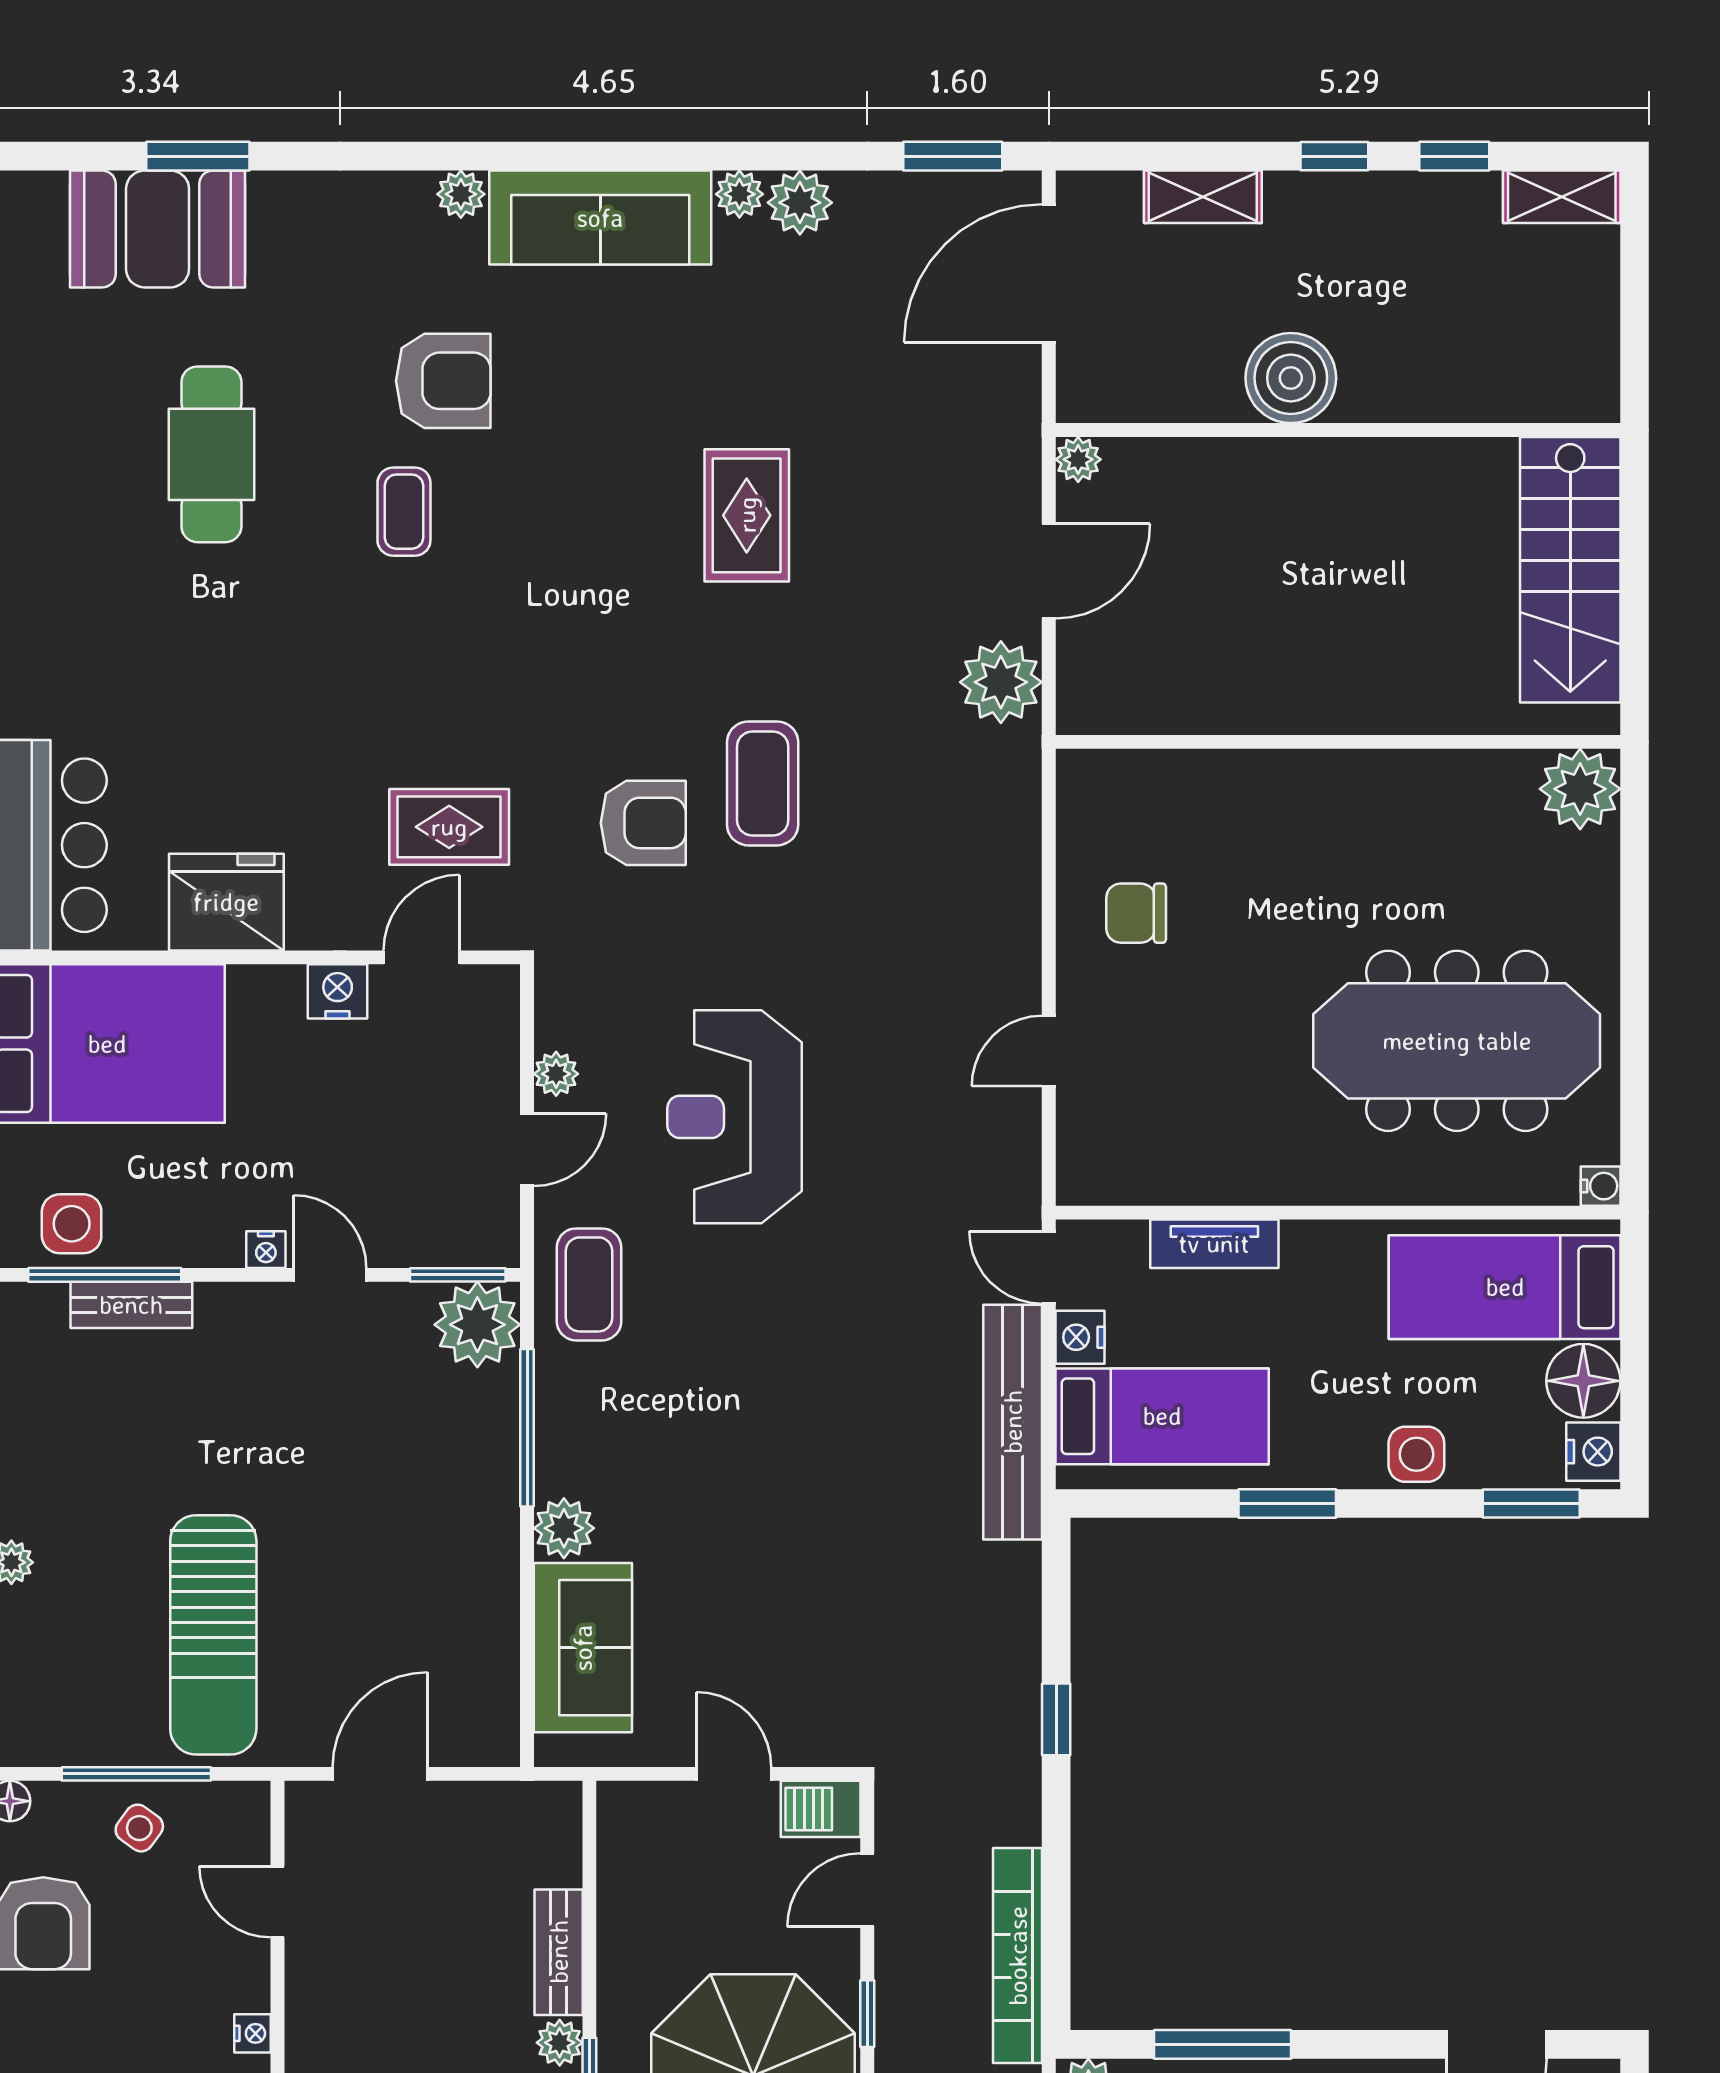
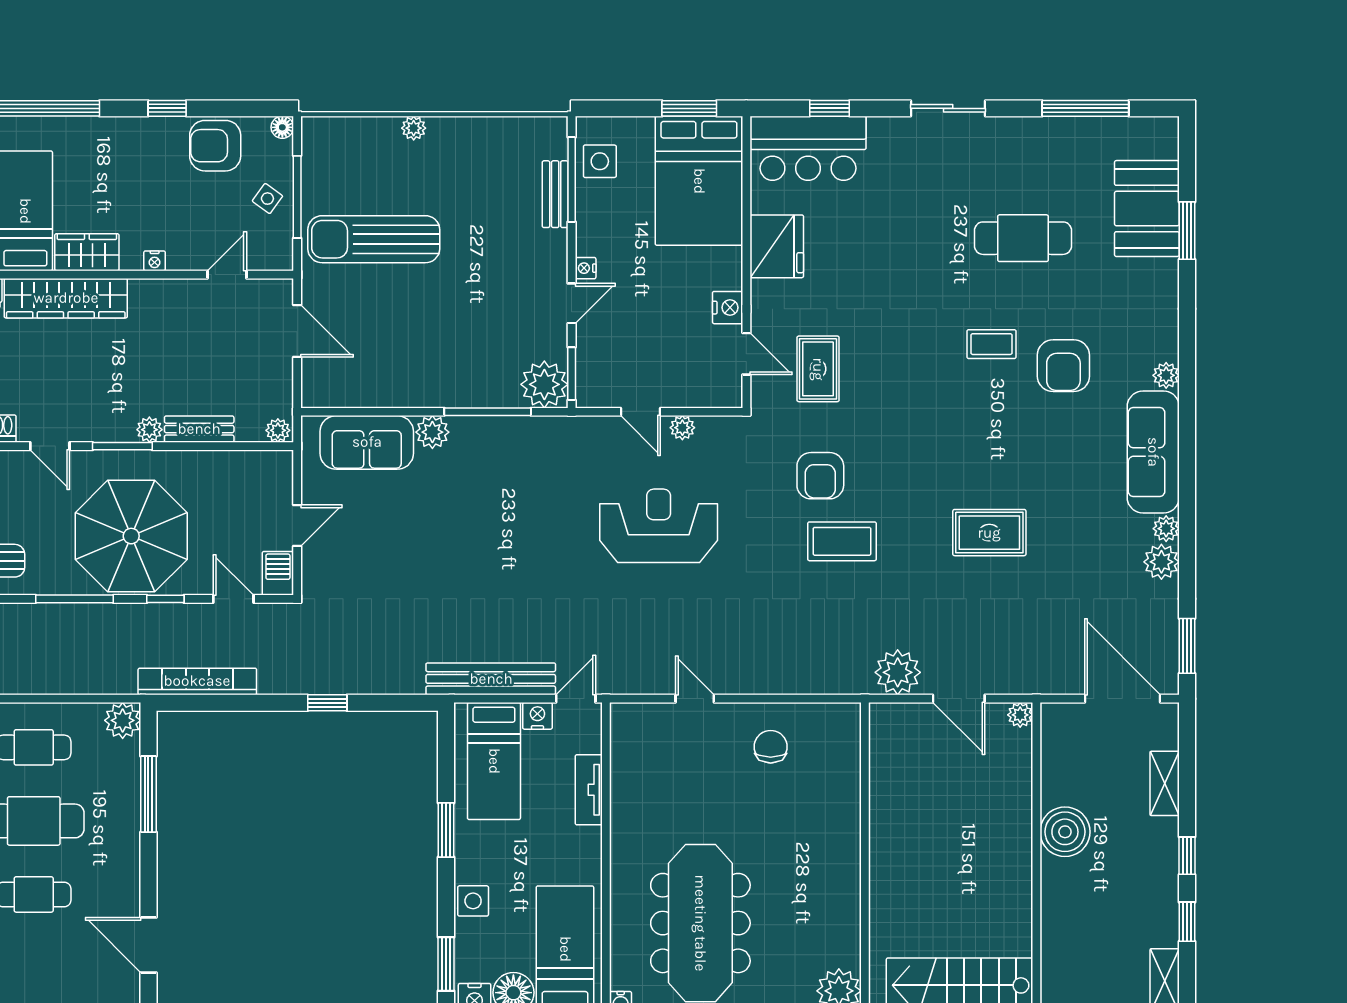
coffee table: (589, 1284) -> (566, 446), removed
plant: (561, 1809) -> (278, 430), added

